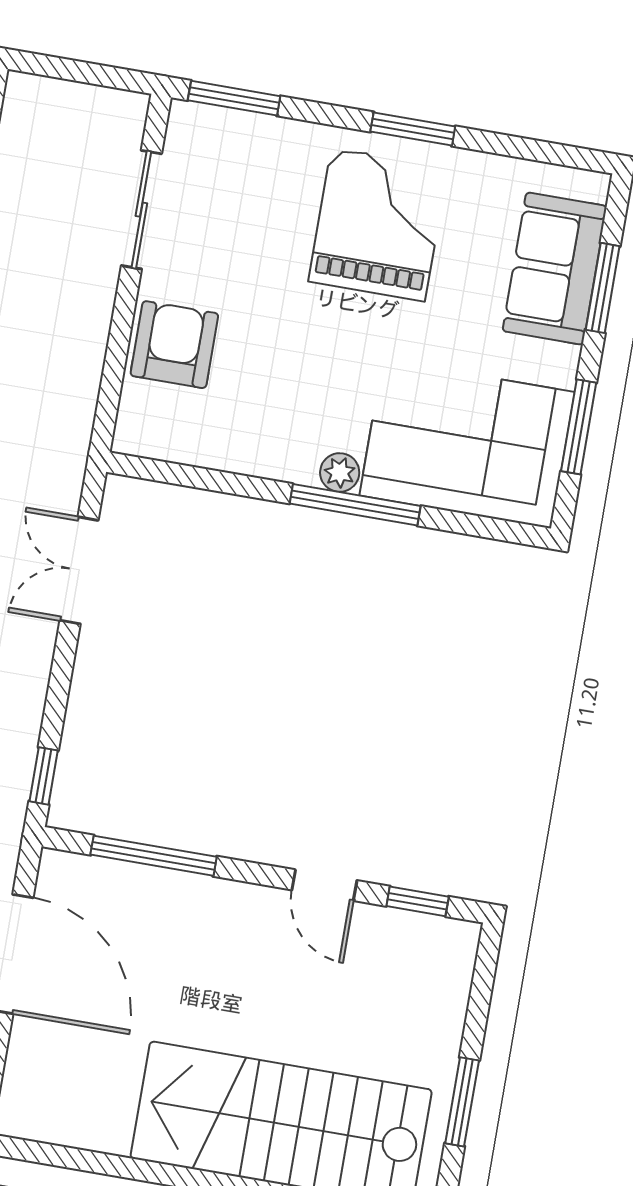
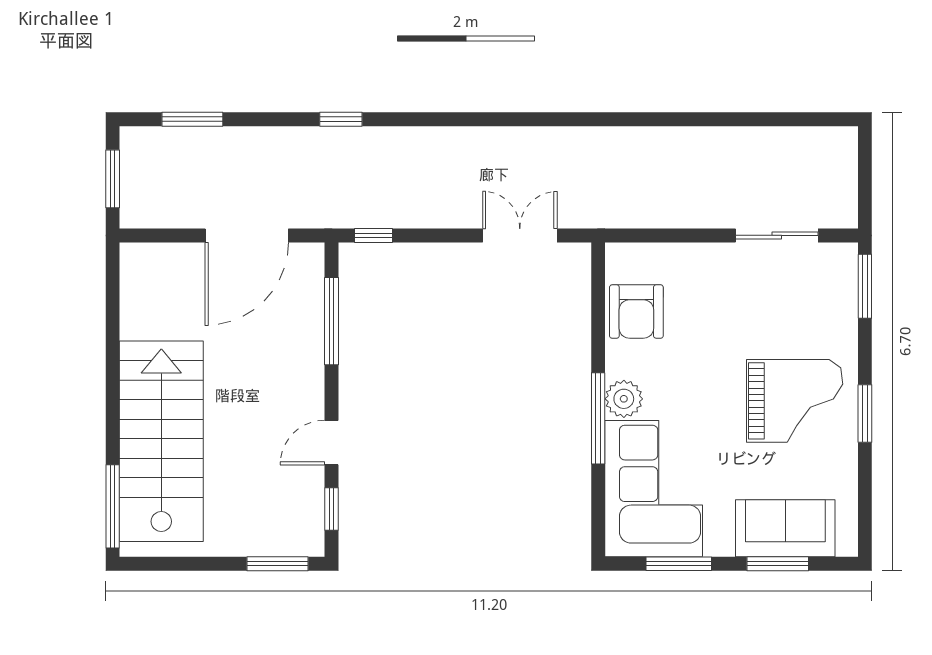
armchair: (174, 345) -> (636, 312), moved, turned 90
plant: (340, 472) -> (624, 399), width x1.38, depth x1.38
window: (462, 1102) -> (277, 564), moved

